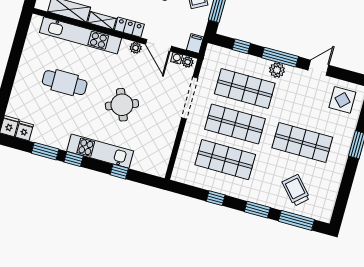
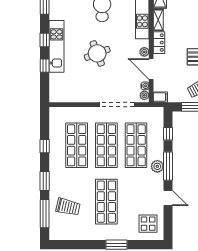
door: (158, 45) -> (151, 69), hinge flipped
window: (74, 159) -> (45, 40), moved
trolley: (296, 190) -> (68, 207), turned 55

